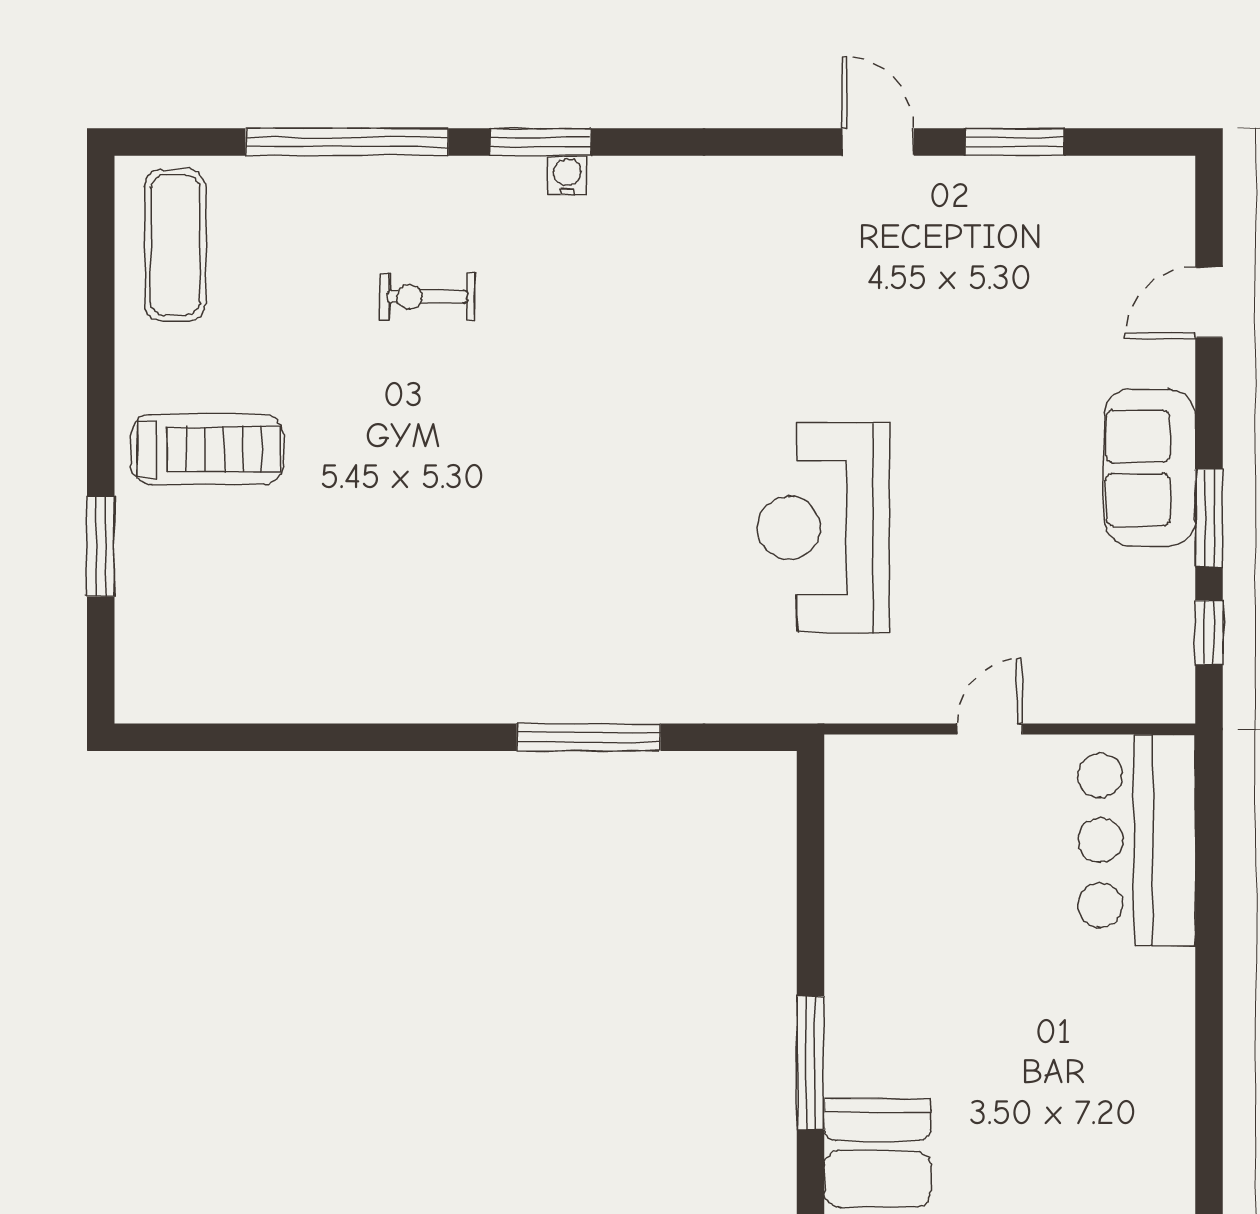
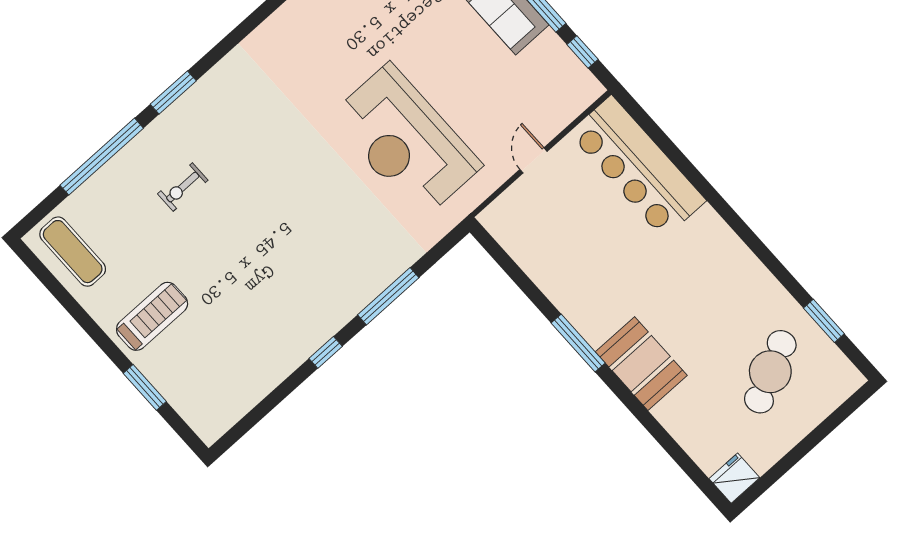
water cooler: (567, 175) -> (194, 96), removed
reception desk: (823, 528) -> (405, 141), width x1.36, depth x1.30
window: (419, 737) -> (326, 352), added
bar counter: (1137, 840) -> (637, 167), width x1.36

